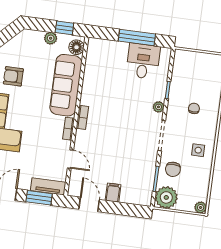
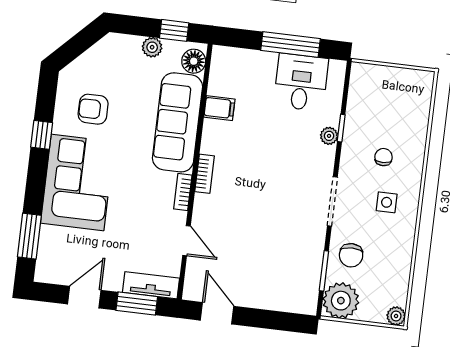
plant: (159, 107) -> (329, 136), moved
side table: (198, 150) -> (387, 202), moved
filing cabinet: (113, 193) -> (219, 108), moved, turned 90

